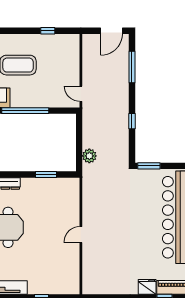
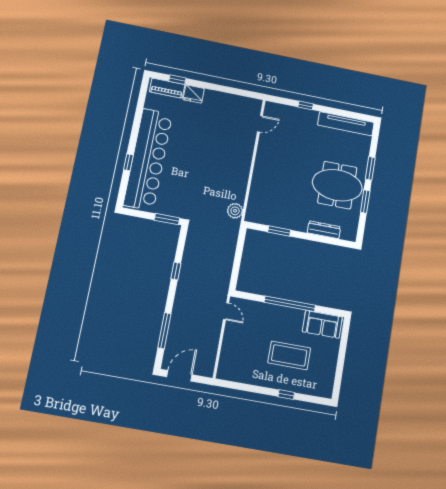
window: (48, 31) -> (286, 395), moved
plant: (89, 156) -> (235, 211), moved
door: (81, 235) -> (260, 124), moved

